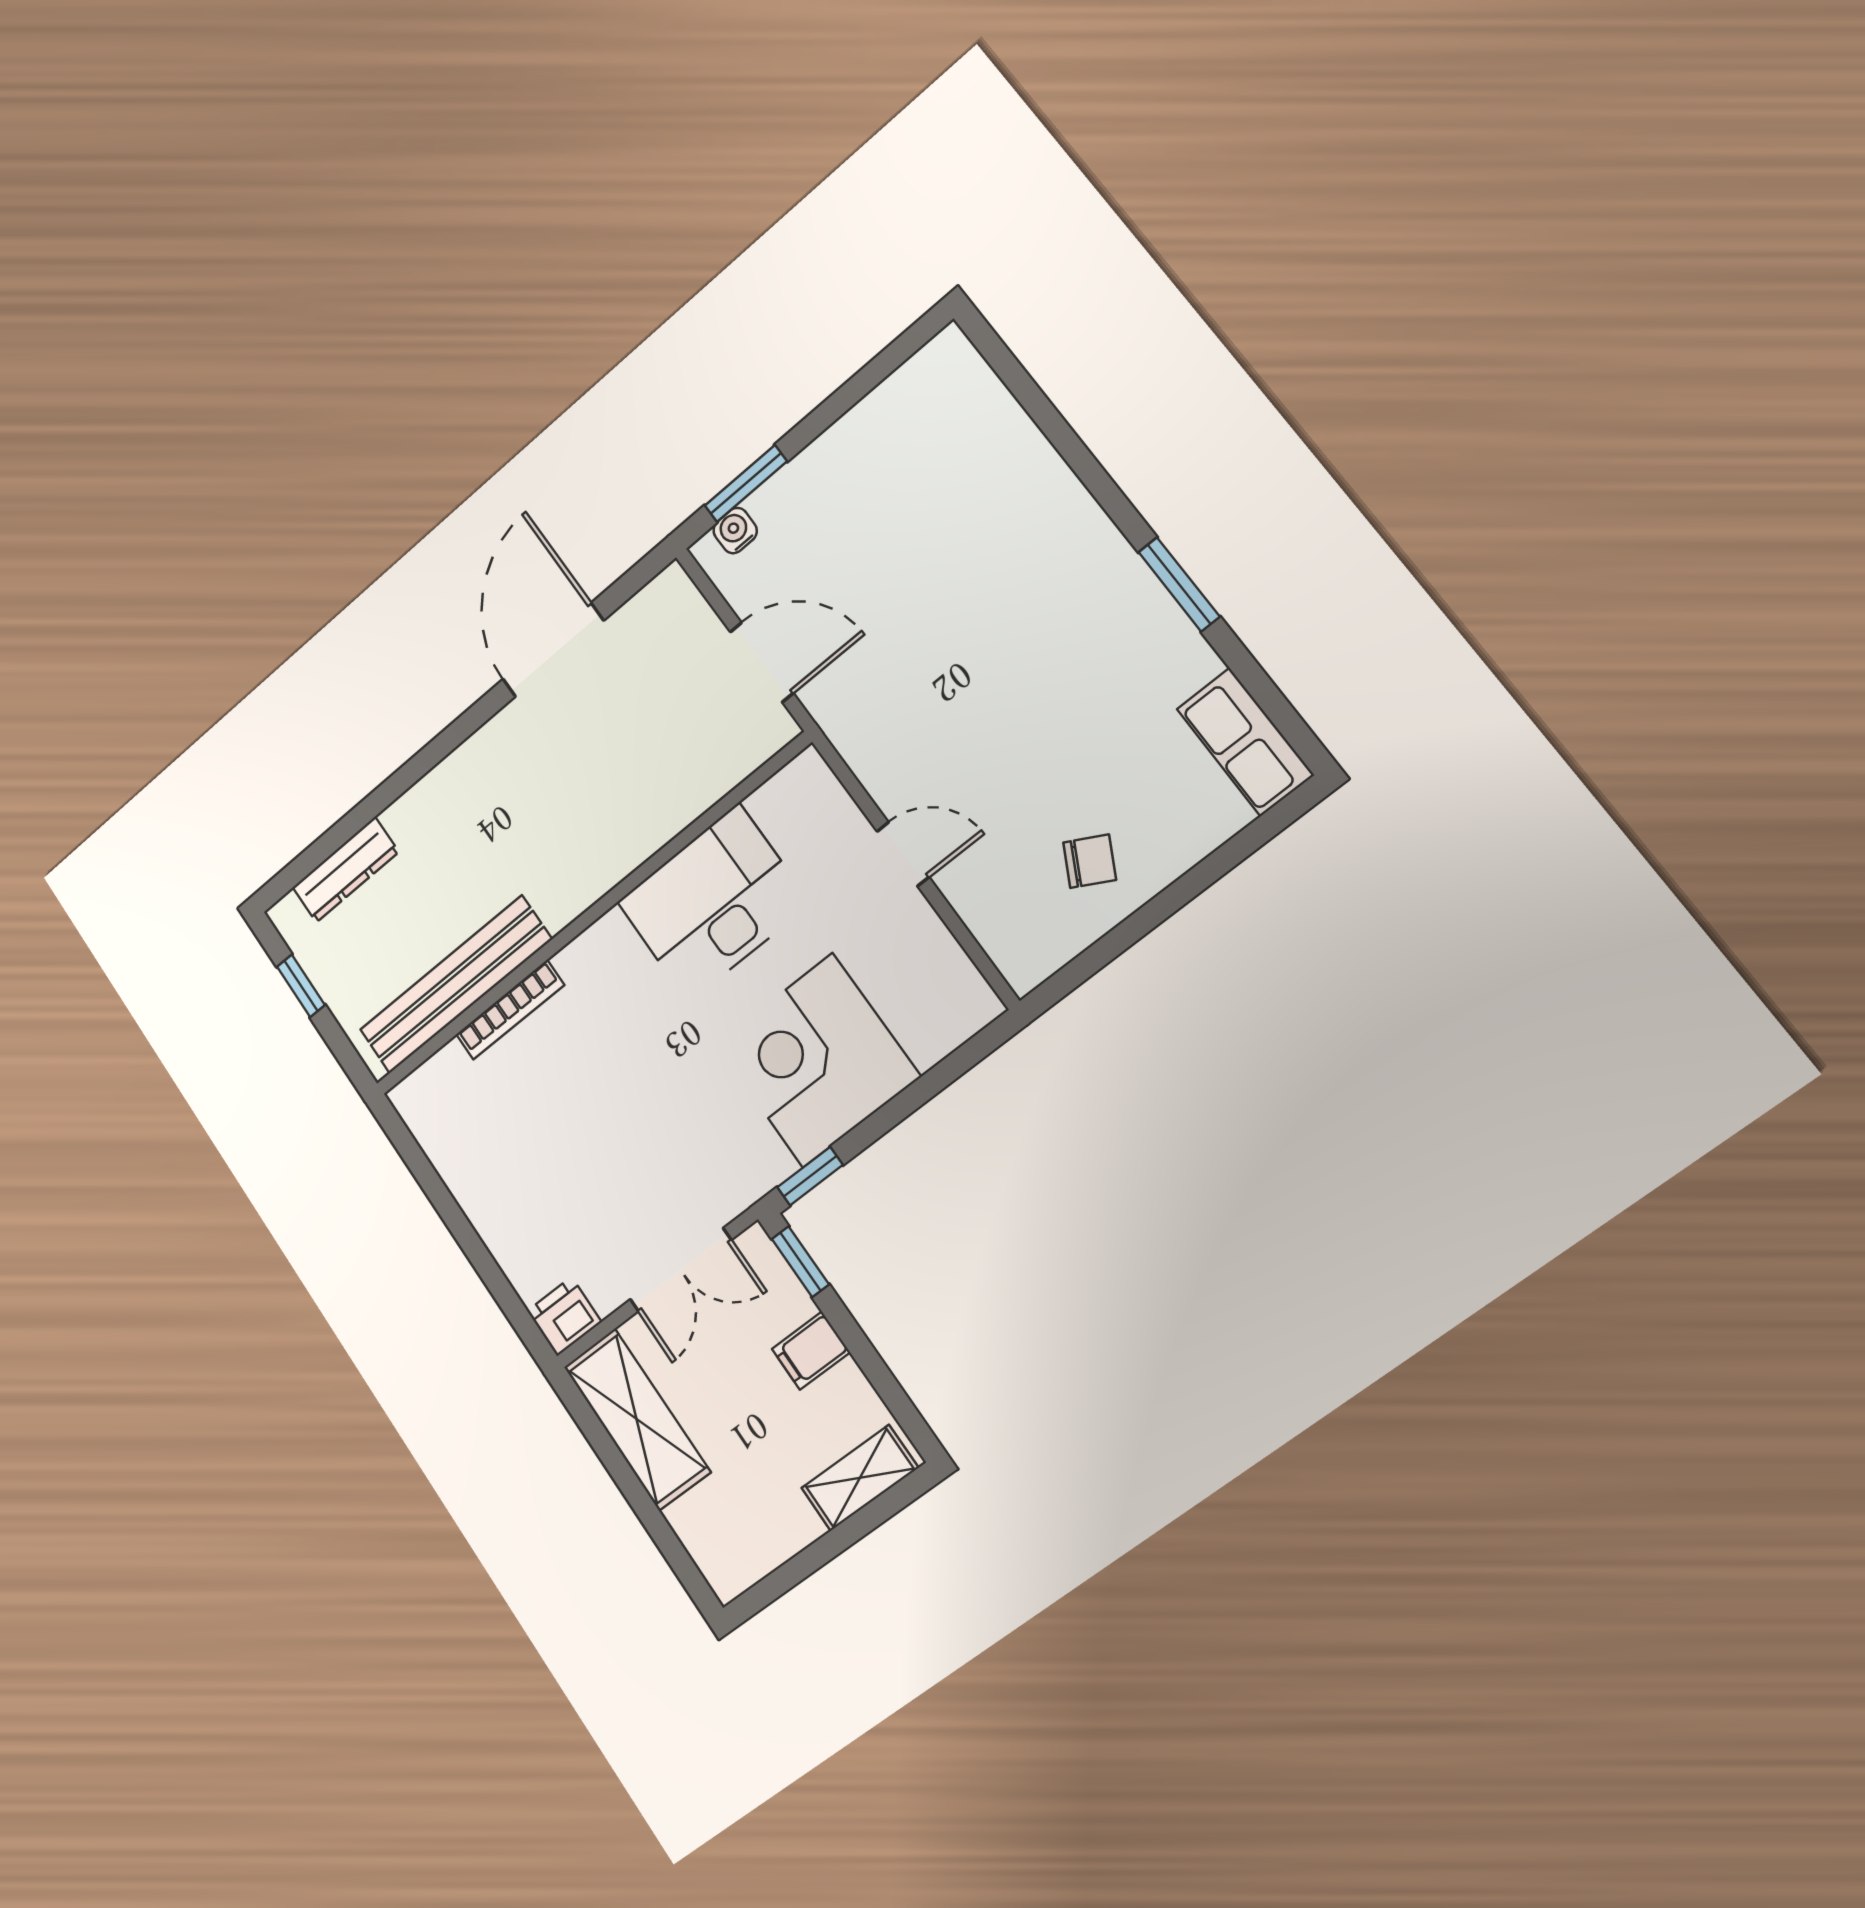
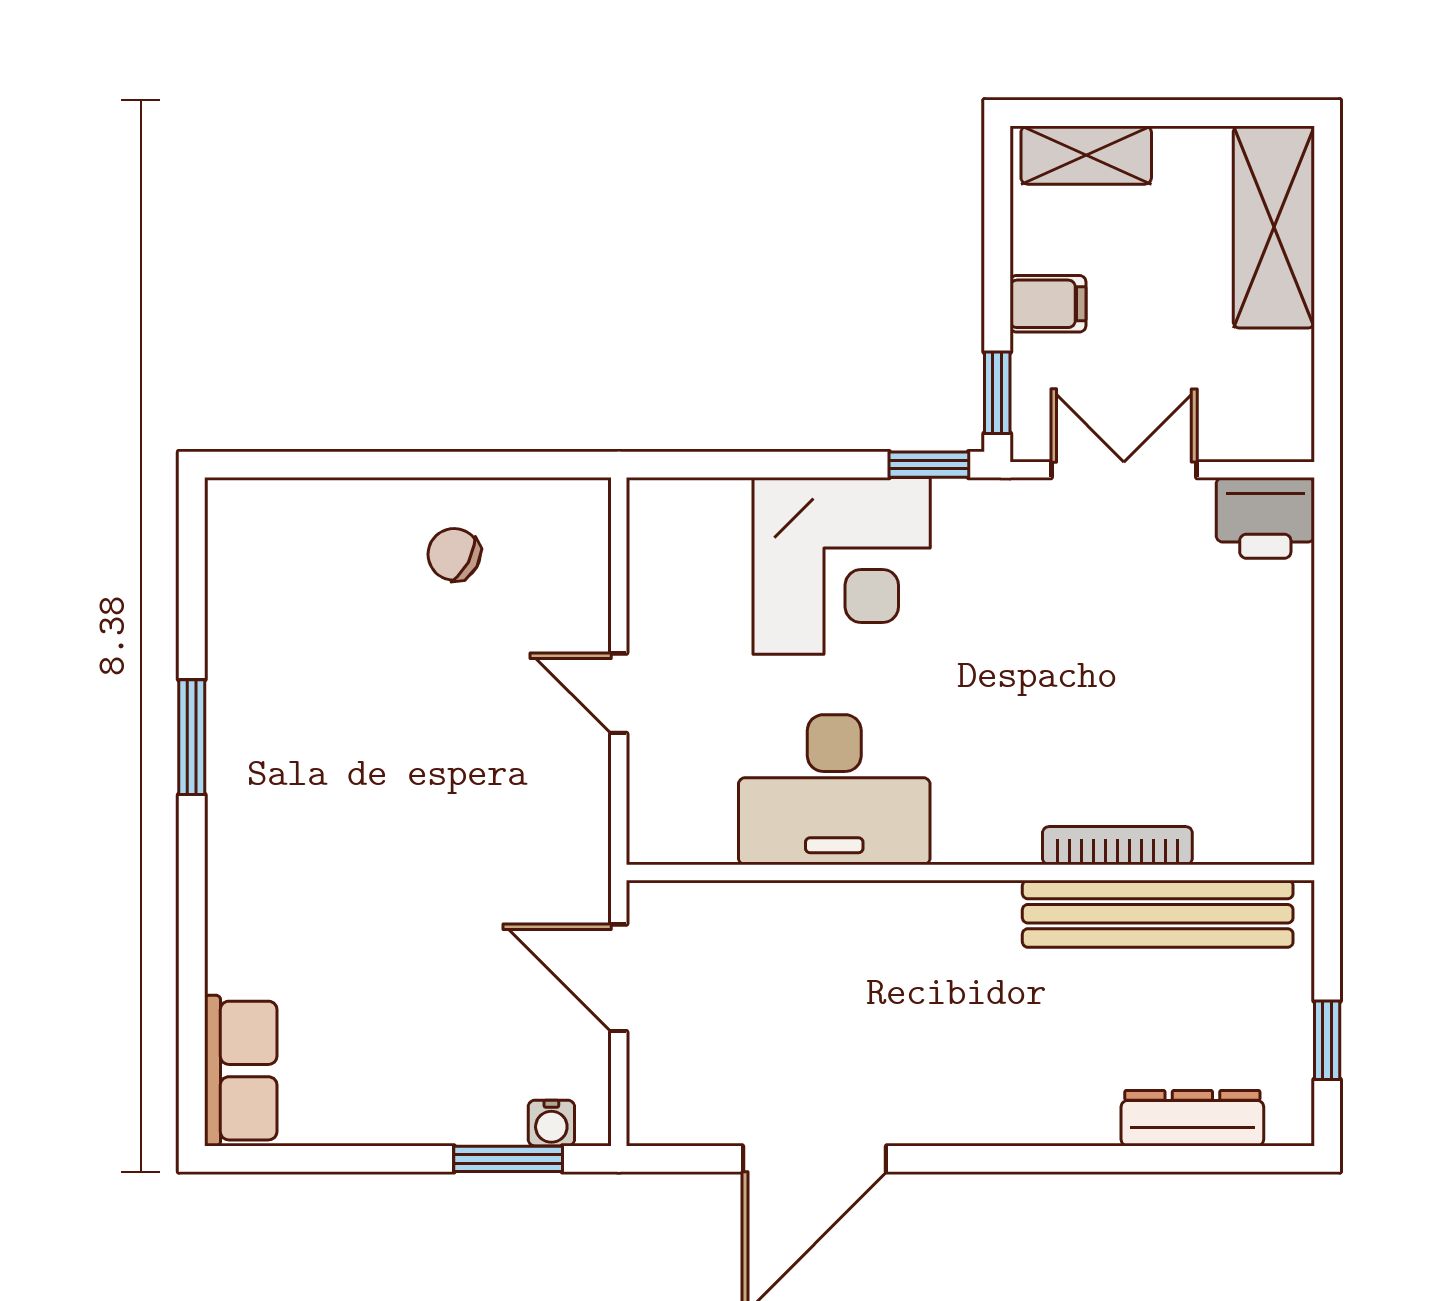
row of seats: (1245, 742) -> (241, 1071), moved
printer: (564, 1316) -> (1265, 518), width x1.36, depth x1.24
shelving: (637, 1419) -> (1274, 227), moved

